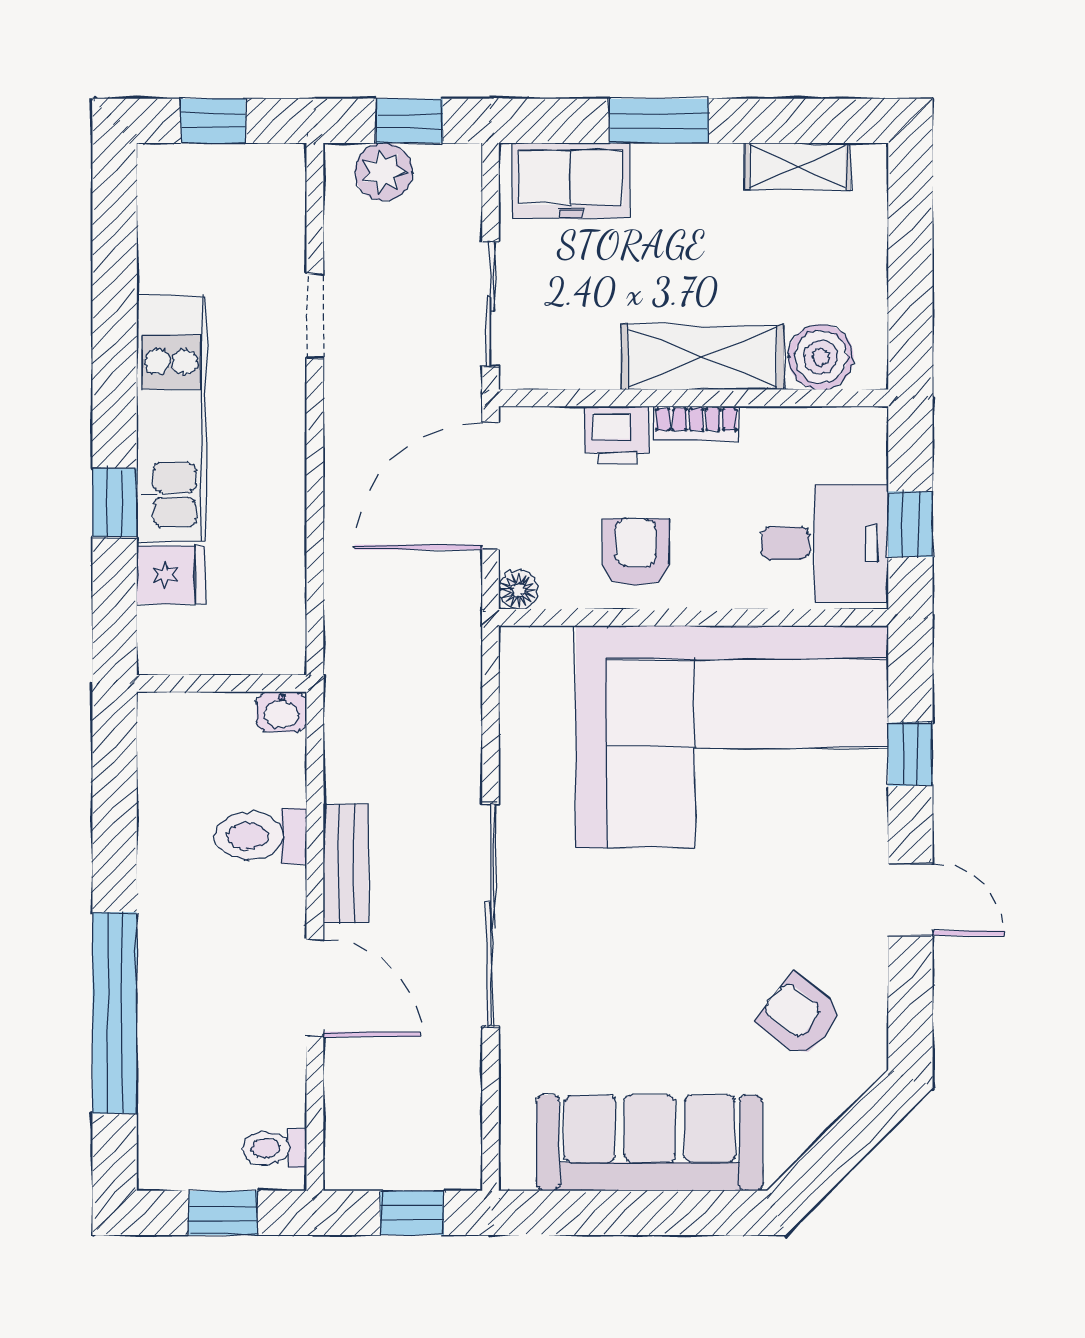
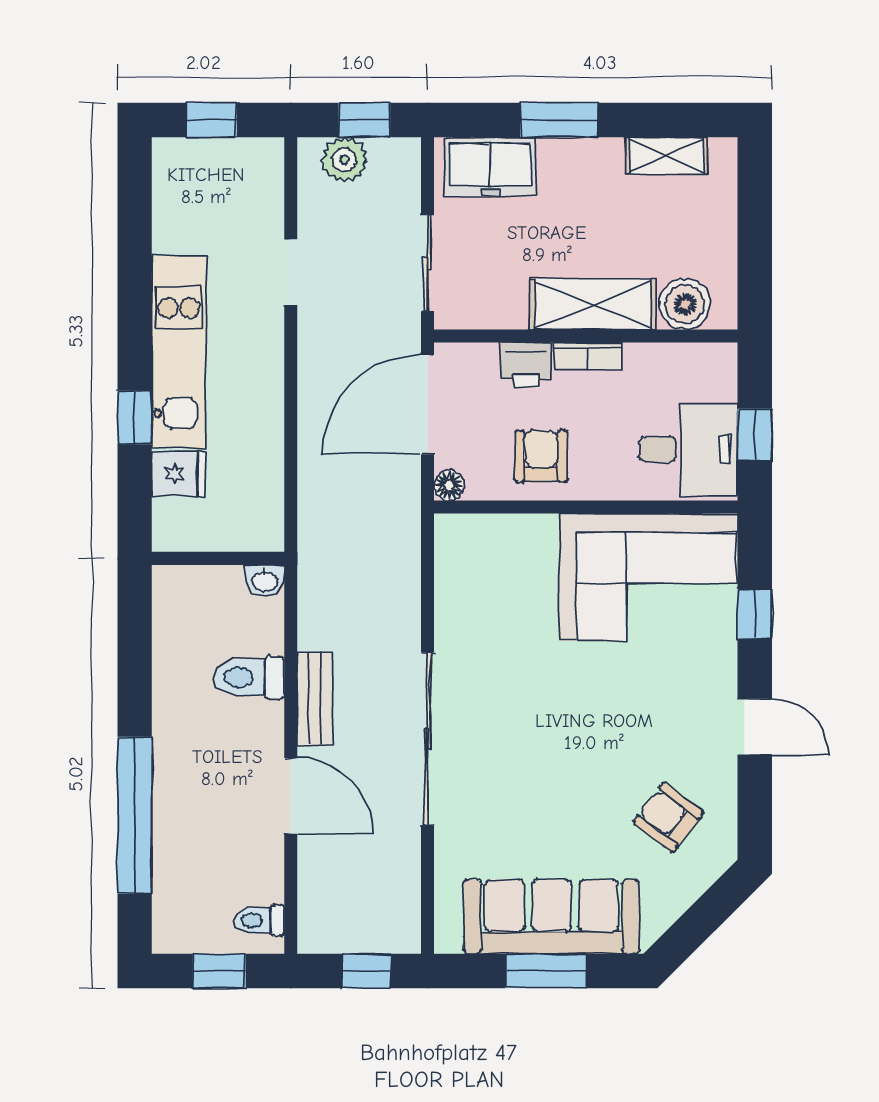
corner sofa: (732, 737) -> (648, 577), width x0.73, depth x0.74
window: (643, 1213) -> (546, 971), added

